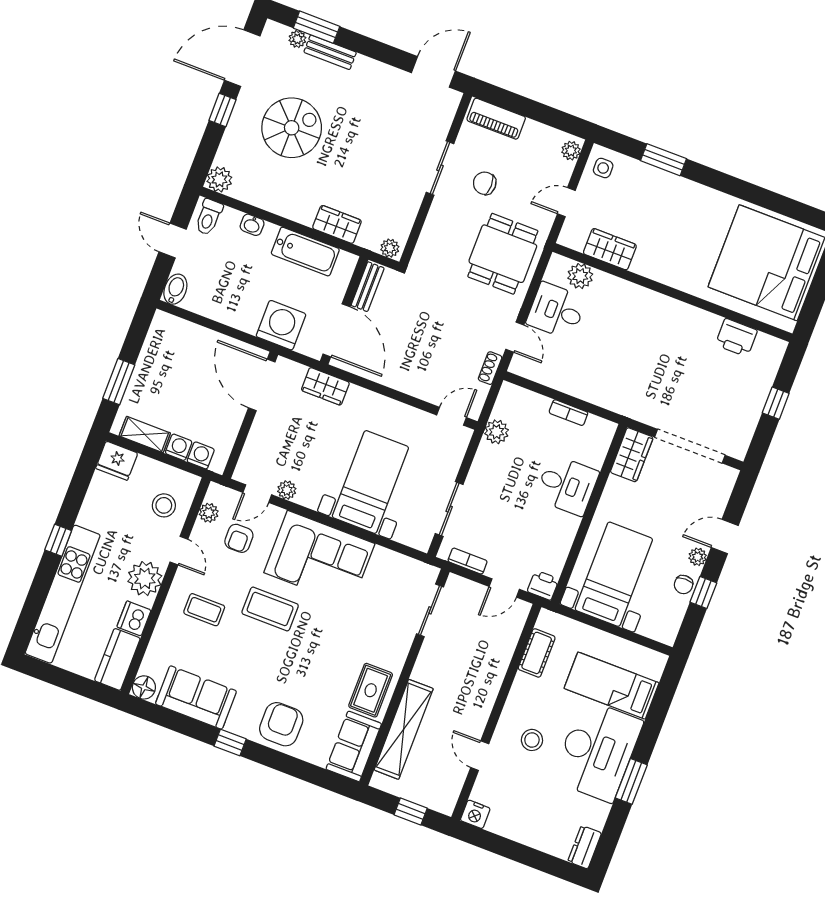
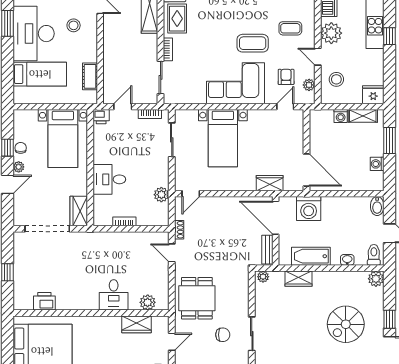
desk: (556, 311) -> (114, 295), moved, turned 90
washing machine: (201, 455) -> (377, 164), moved, turned 90
plant: (287, 490) -> (269, 115), removed
bookcase: (402, 649) -> (168, 49), added

